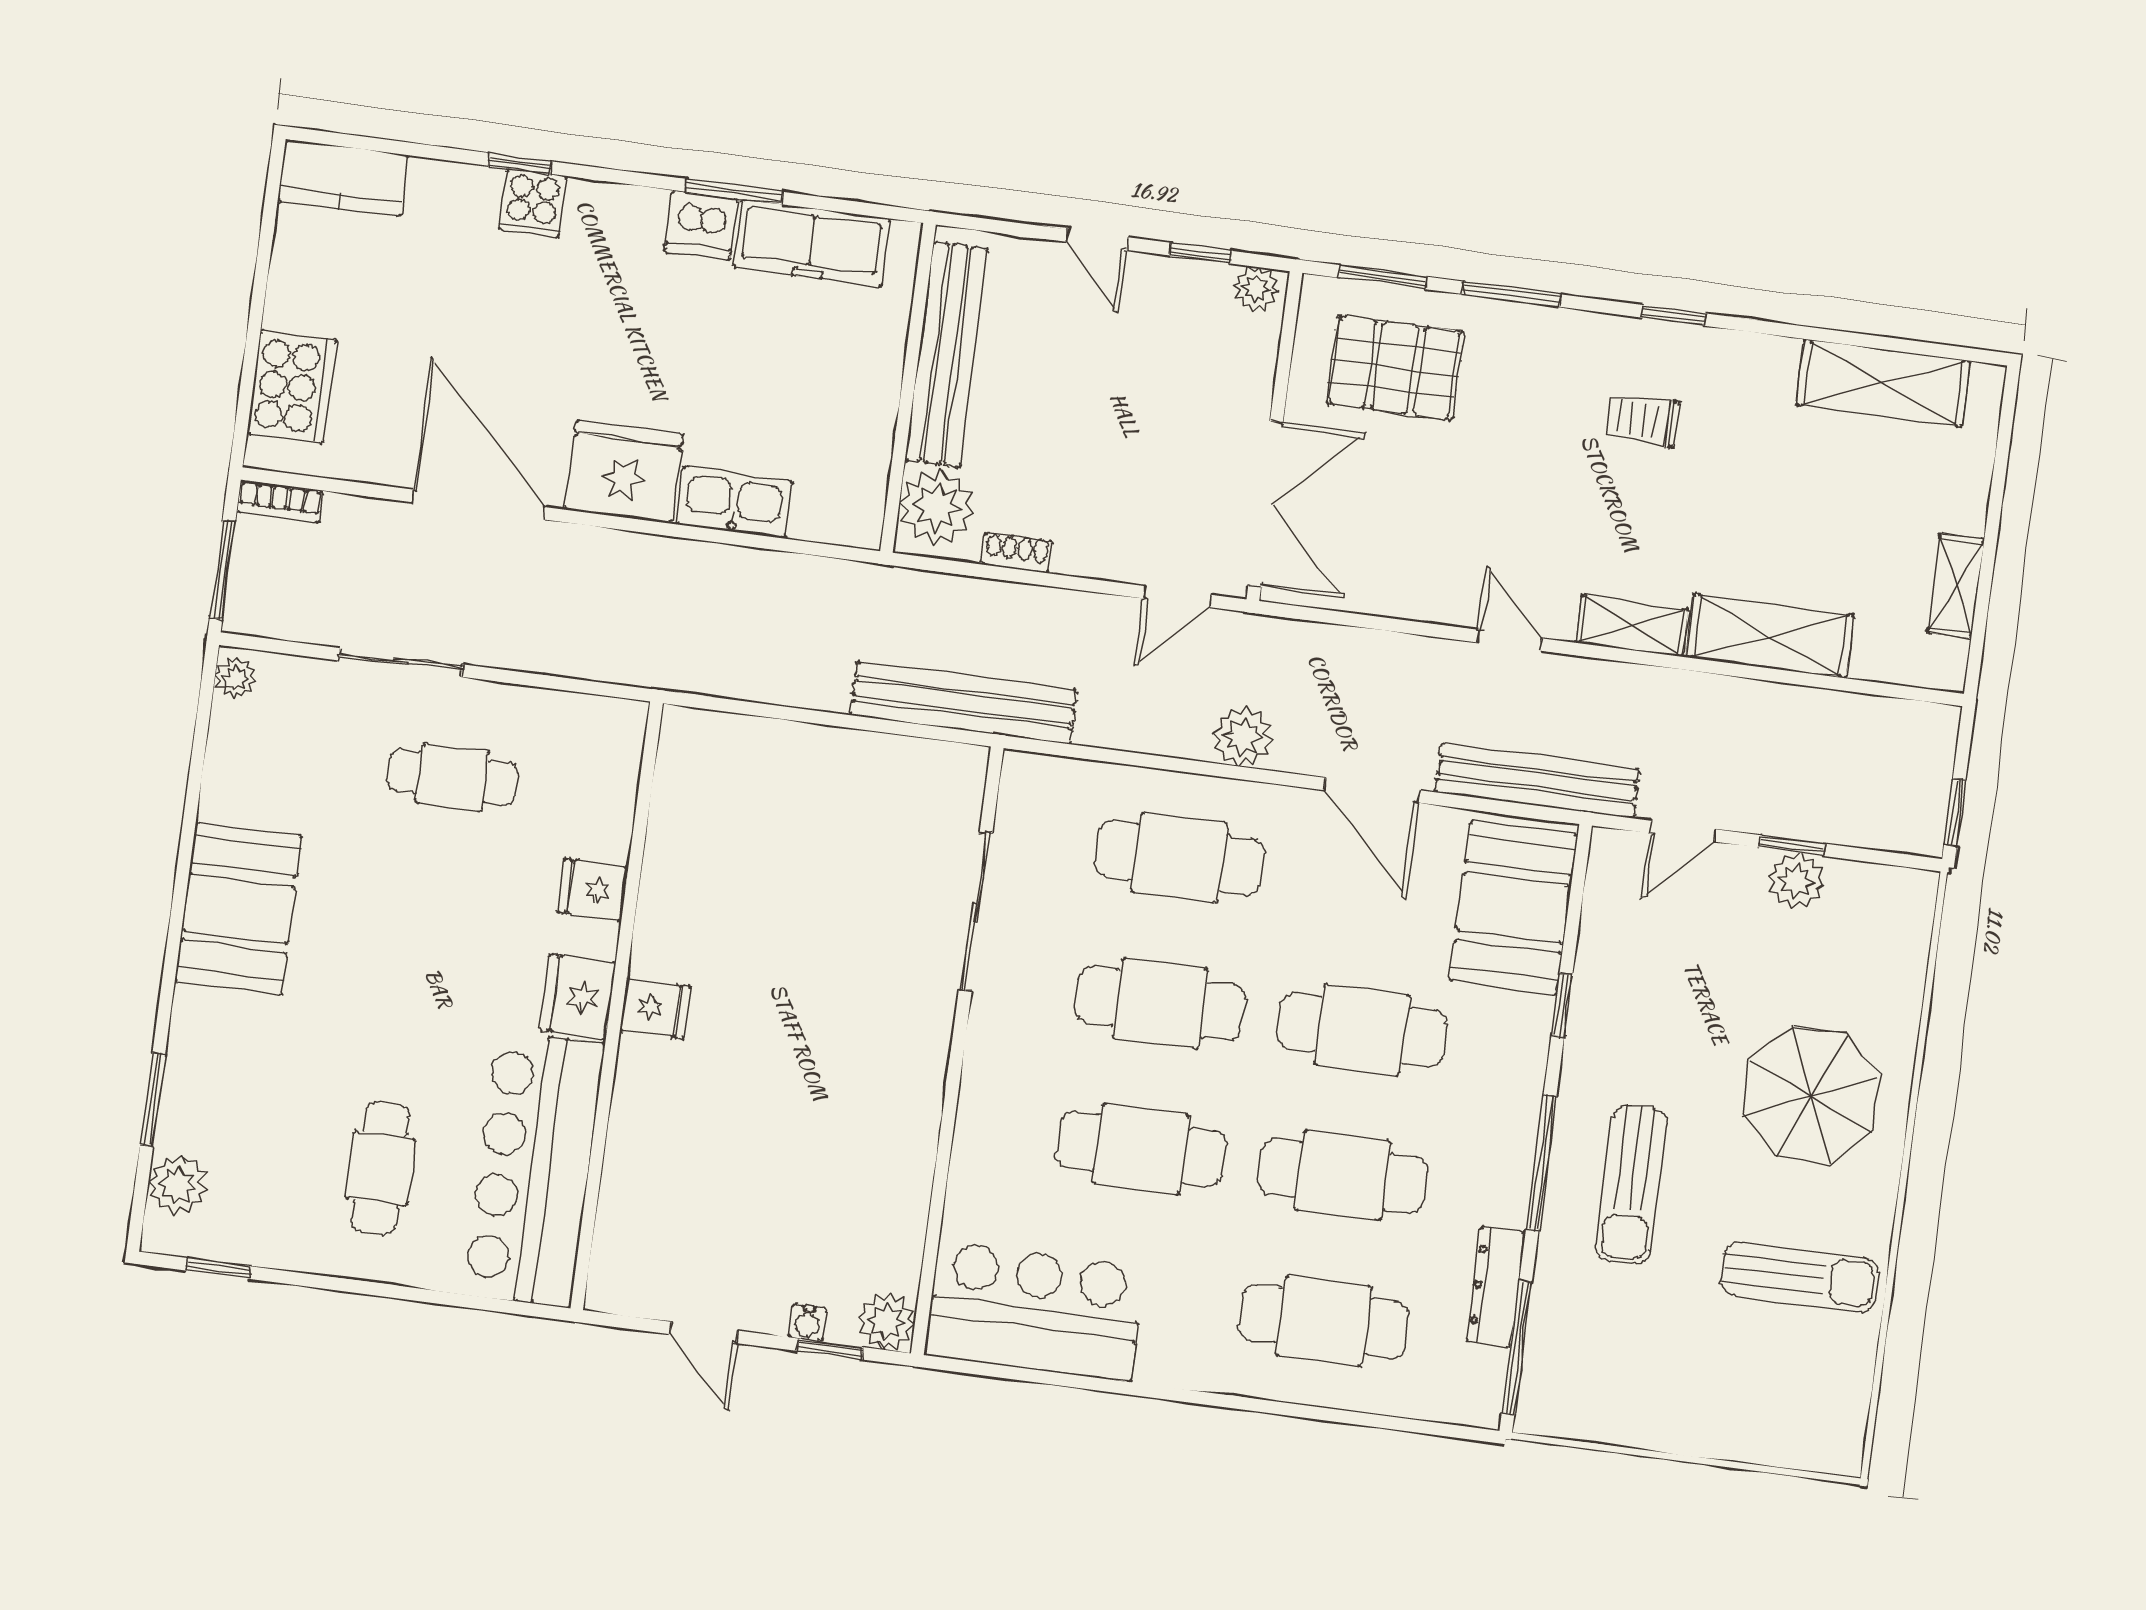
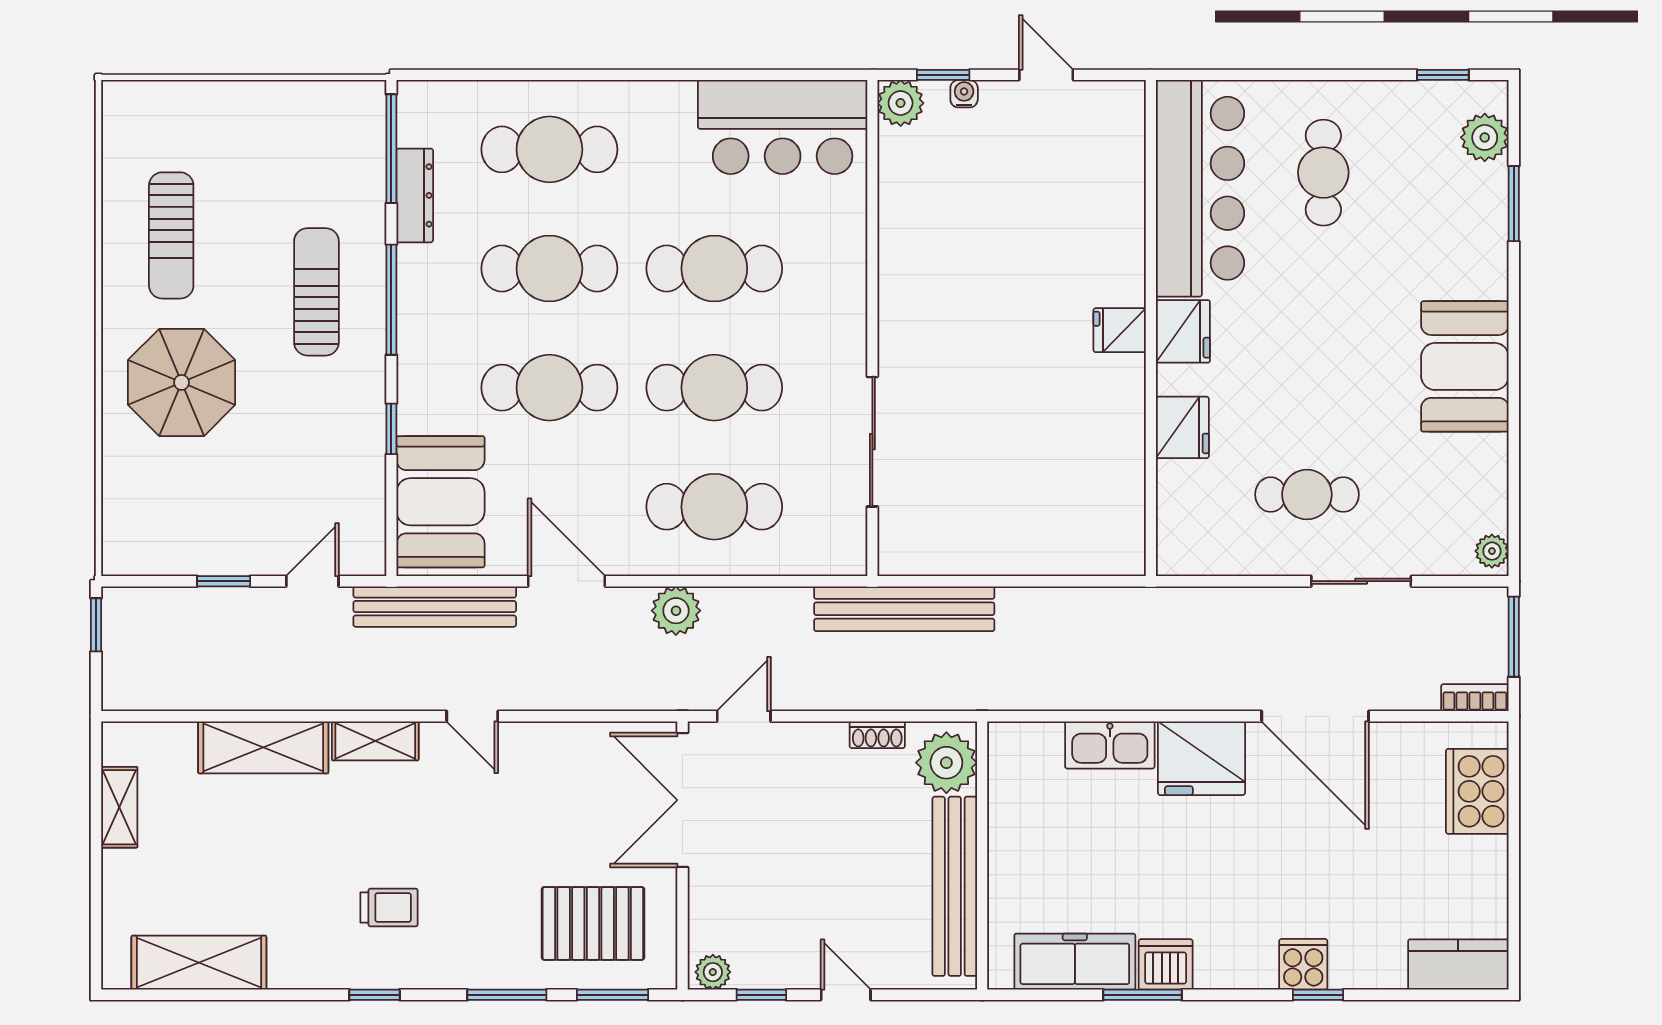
plant: (1796, 881) -> (216, 553), removed
fridge: (593, 890) -> (1182, 427), width x1.38
sun lounger: (1800, 1277) -> (171, 235), turned -90

